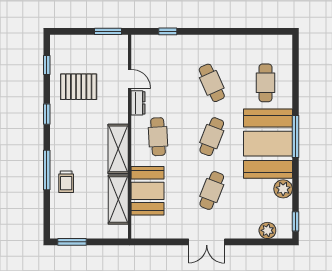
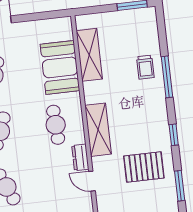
window: (47, 65) -> (180, 186), width x1.50
shelving: (118, 149) -> (98, 130), moved
trolley: (66, 182) -> (145, 67), turned 180

